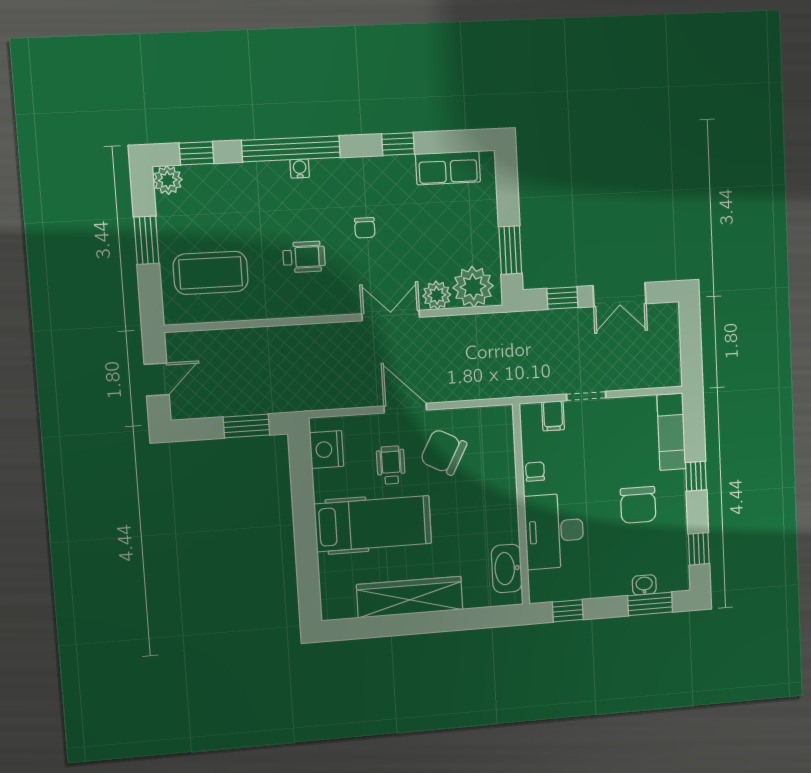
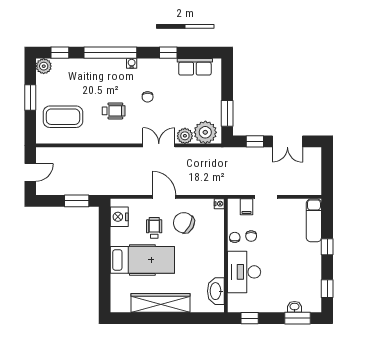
water cooler: (300, 169) -> (132, 63), moved
nightstand: (505, 414) -> (219, 204), added
chair: (638, 505) -> (251, 236), moved, width x0.54, depth x0.54

